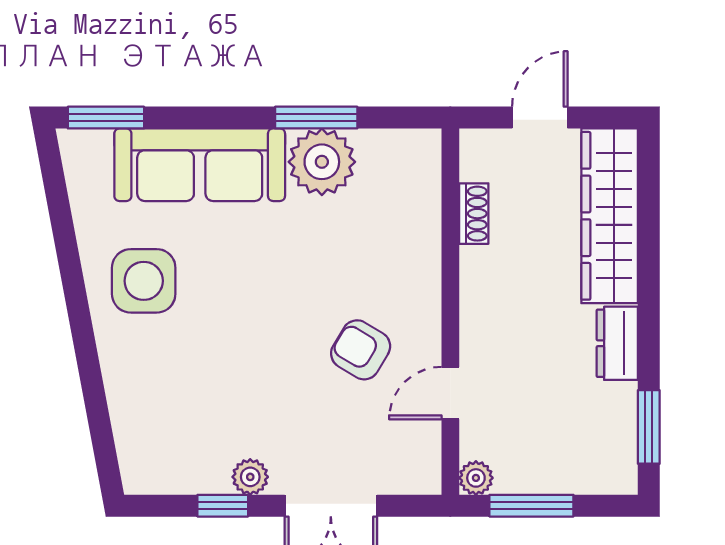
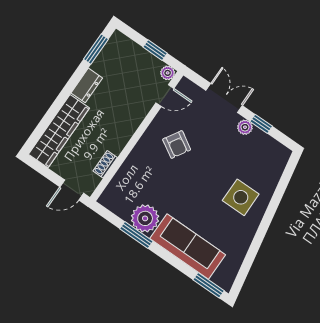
door: (540, 118) -> (72, 190), moved
side table: (144, 281) -> (241, 197), moved
door: (450, 393) -> (165, 96), moved
window: (531, 506) -> (155, 50), width x0.67

